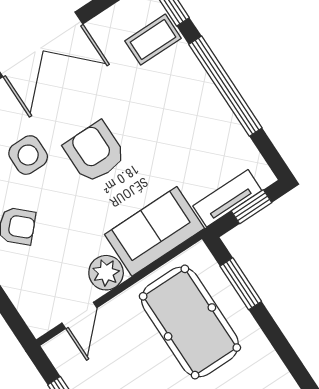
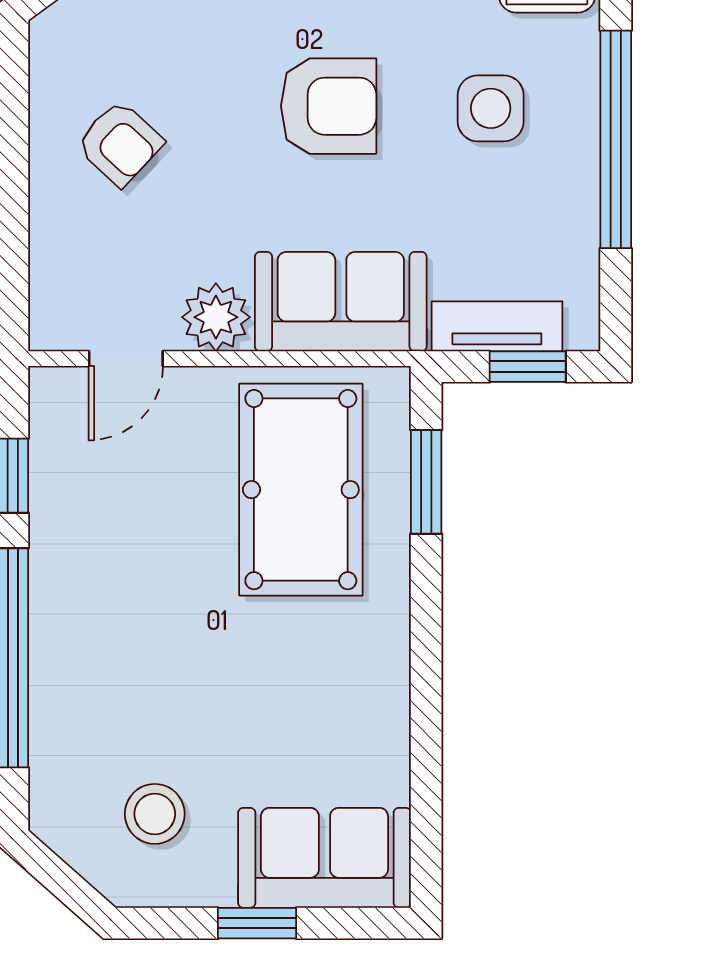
armchair: (95, 152) -> (329, 106), turned 90
side table: (28, 155) -> (491, 108), moved

